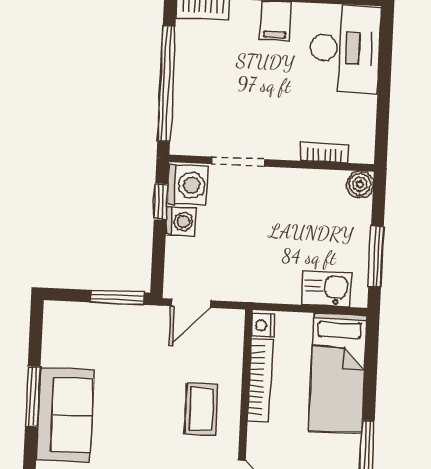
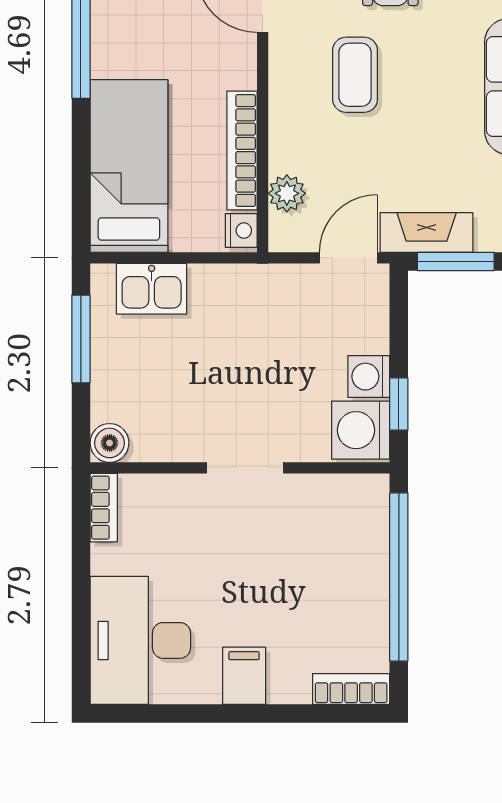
bookcase: (325, 153) -> (104, 508), moved, turned -90
doorway: (238, 162) -> (245, 468), moved
fireplace: (136, 318) -> (427, 232), added
plant: (231, 349) -> (287, 193), added
coffee table: (201, 409) -> (355, 75), moved

